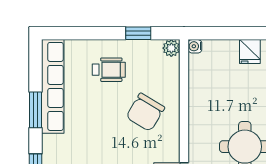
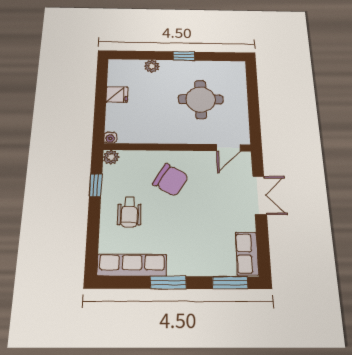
wheelchair: (109, 70) -> (129, 212), turned 180
row of seats: (53, 86) -> (132, 265), width x0.73

